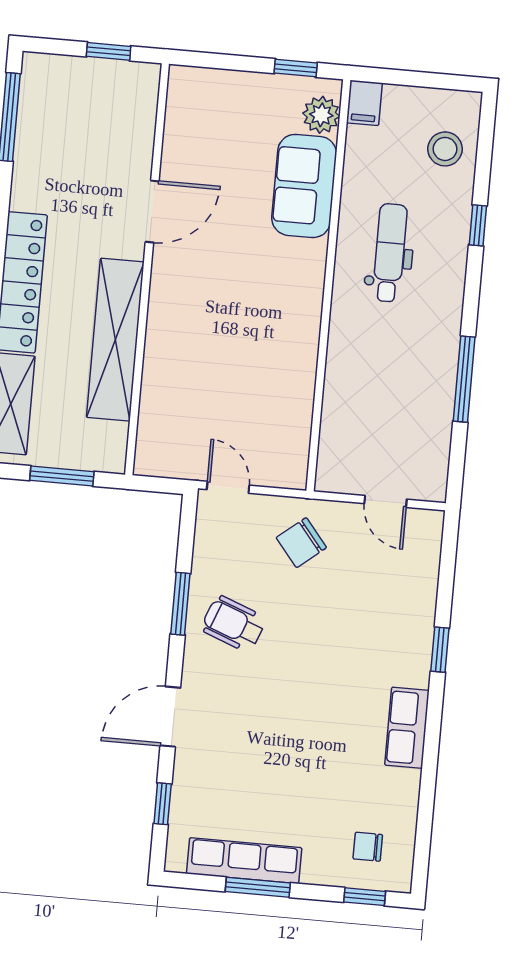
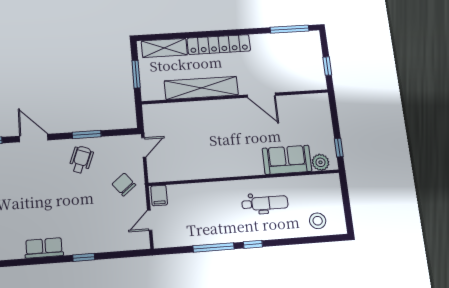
filing cabinet: (364, 103) -> (159, 195), moved, turned -90
window: (478, 225) -> (253, 244), moved

